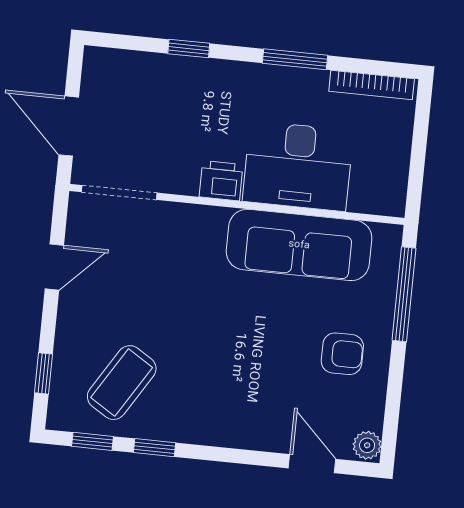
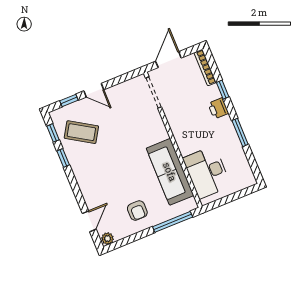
bookcase: (372, 85) -> (205, 68), moved
desk: (298, 166) -> (207, 172), moved
printer: (221, 181) -> (218, 108), moved, turned 180
door: (54, 267) -> (94, 90), moved

